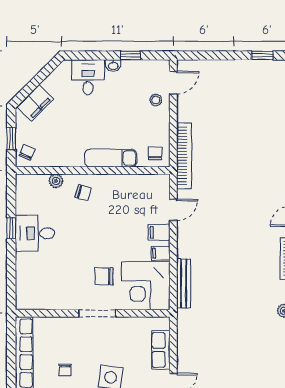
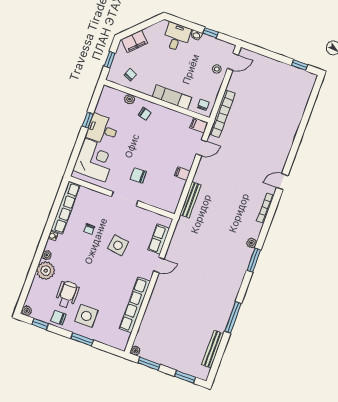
chair: (27, 152) -> (130, 75), moved
filing cabinet: (159, 232) -> (199, 125), moved
corner desk: (146, 286) -> (95, 160), moved, turned 180

